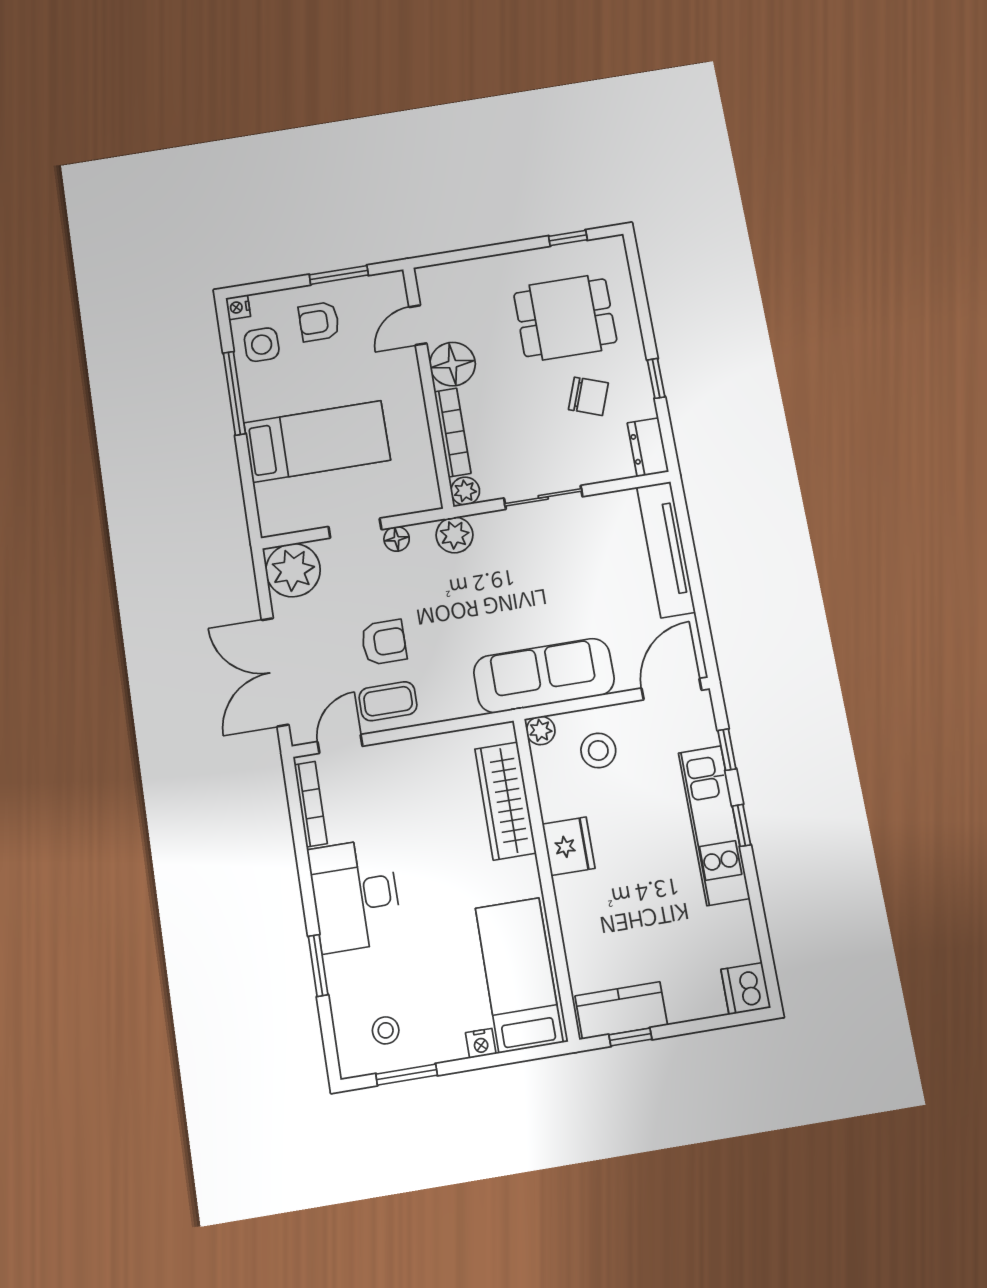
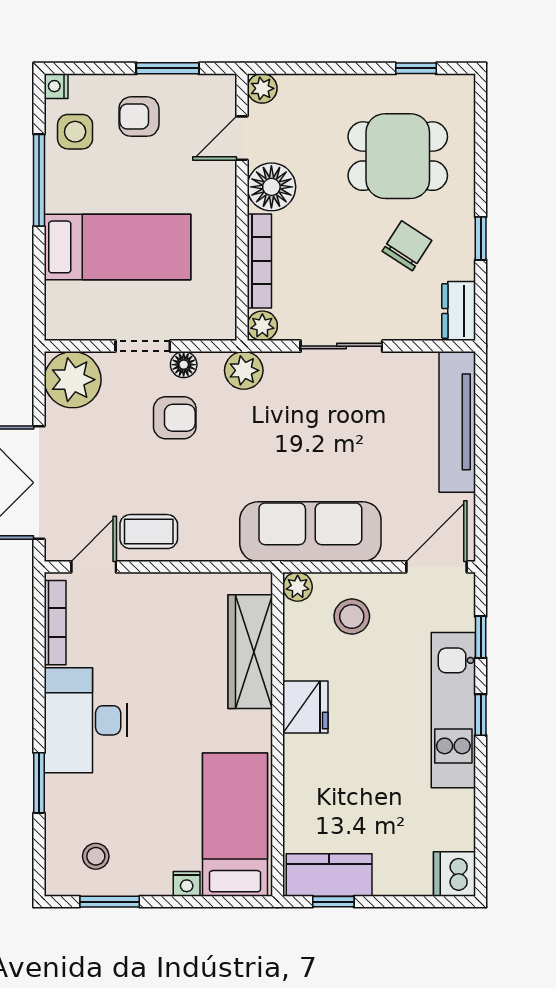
plant: (429, 278) -> (262, 88), added
chair: (588, 396) -> (407, 246), turned -77
armchair: (384, 642) -> (175, 418), moved

